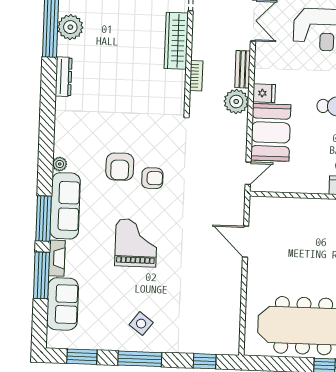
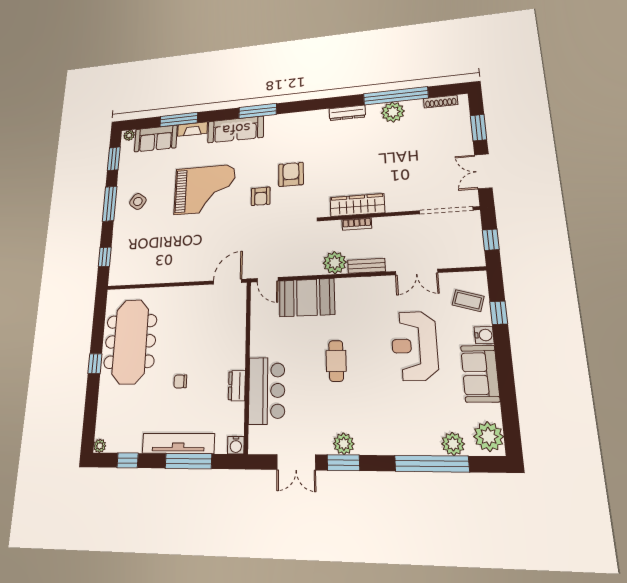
wardrobe: (176, 41) -> (357, 205), moved
fridge: (264, 93) -> (345, 288), removed
plant: (60, 164) -> (129, 135), moved
armchair: (120, 167) -> (291, 174), moved, turned 90
window: (44, 219) -> (258, 111), moved
door: (246, 242) -> (228, 282), moved
grand piano: (136, 243) -> (205, 189), width x1.37, depth x1.48

